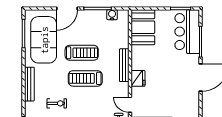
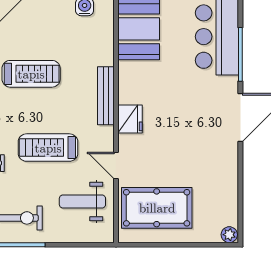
treadmill: (85, 78) -> (48, 148), moved

